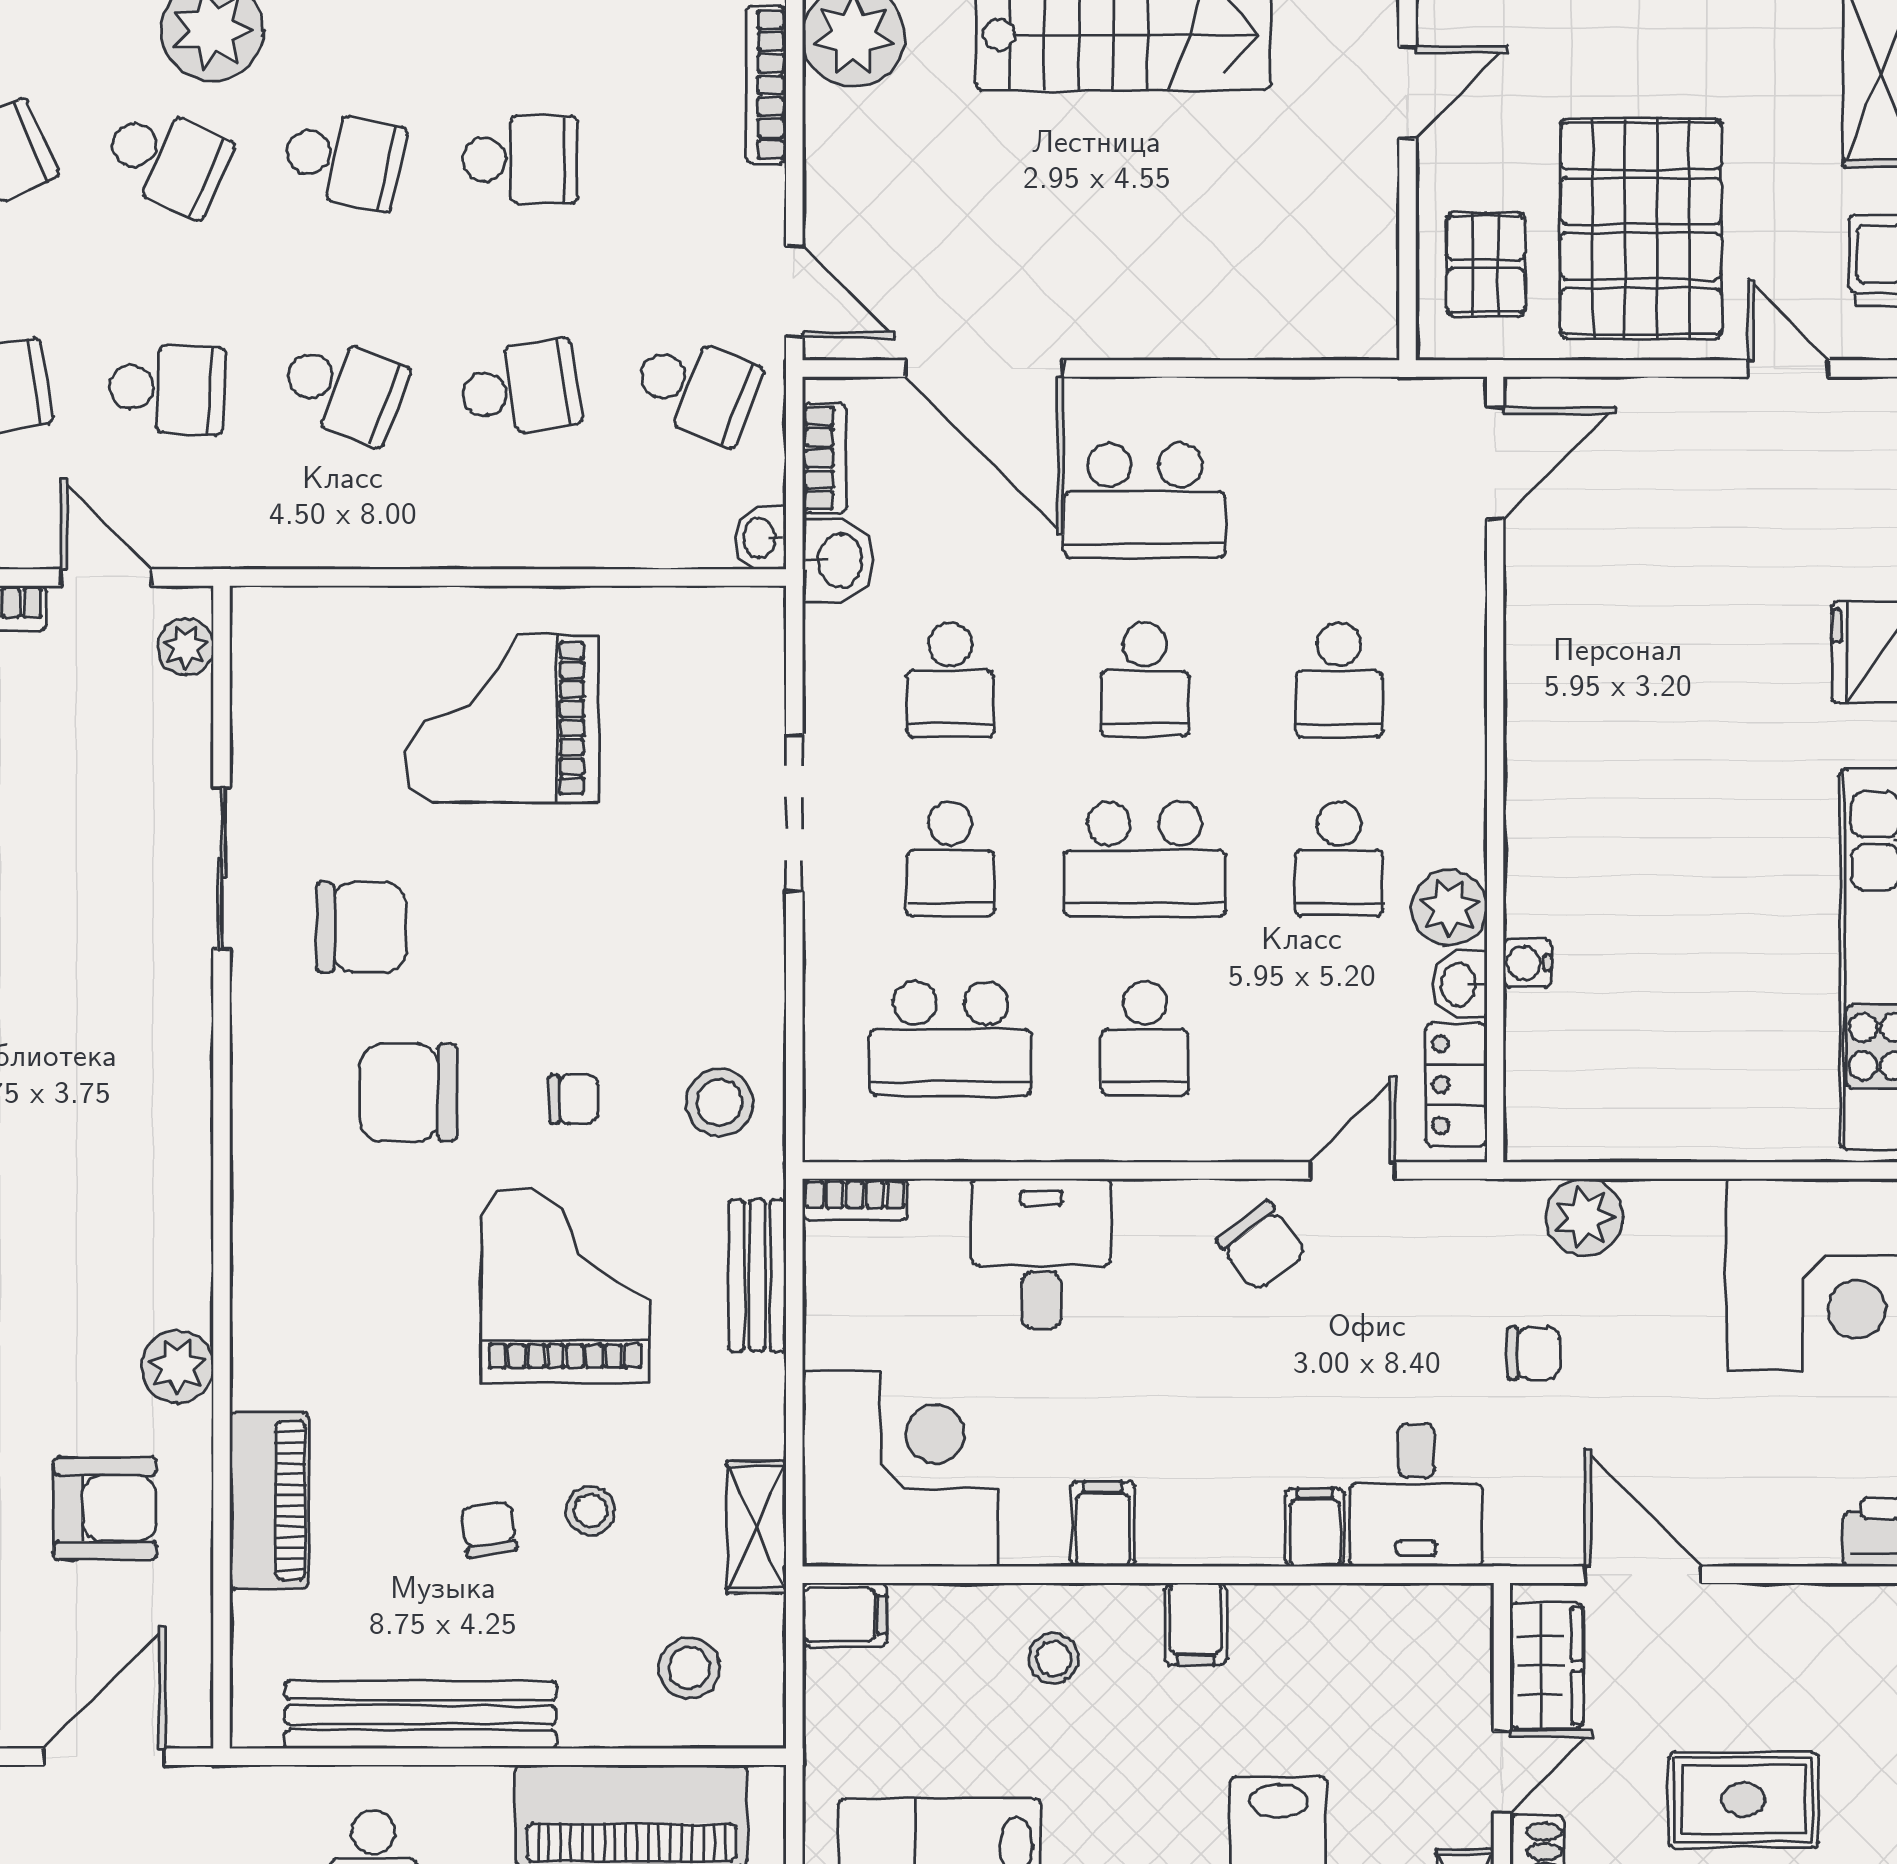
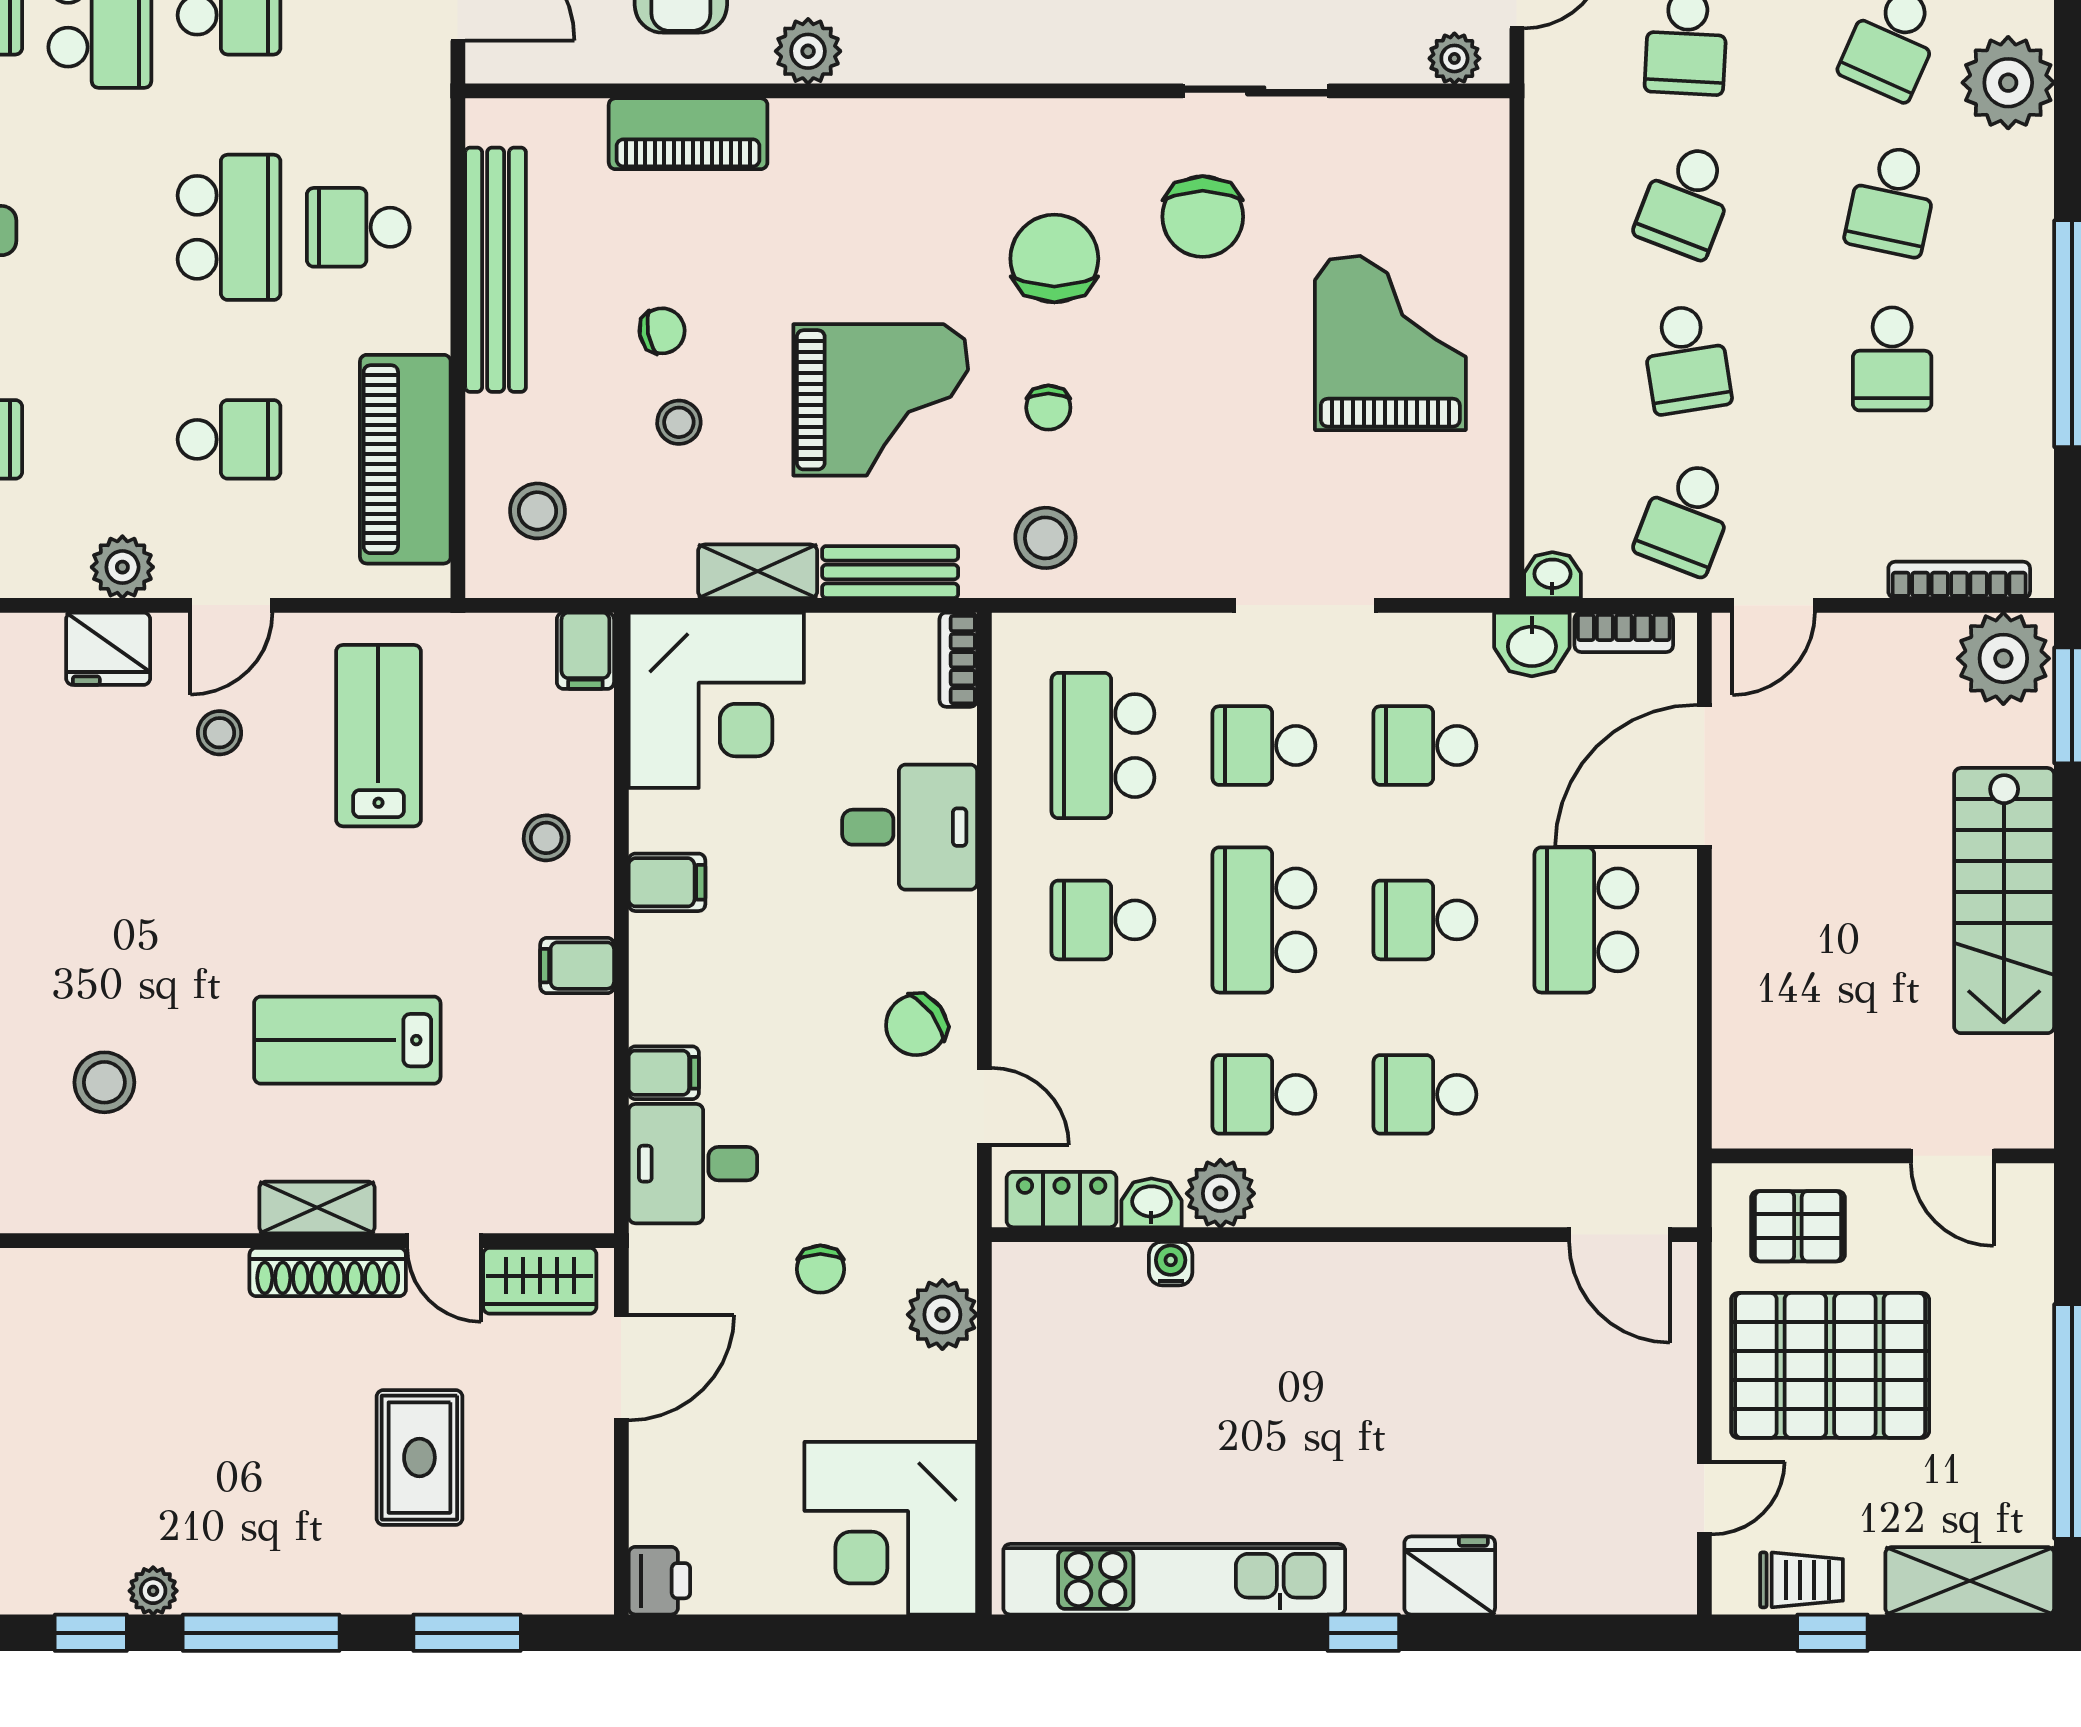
shelving: (756, 1527) -> (758, 571), moved

